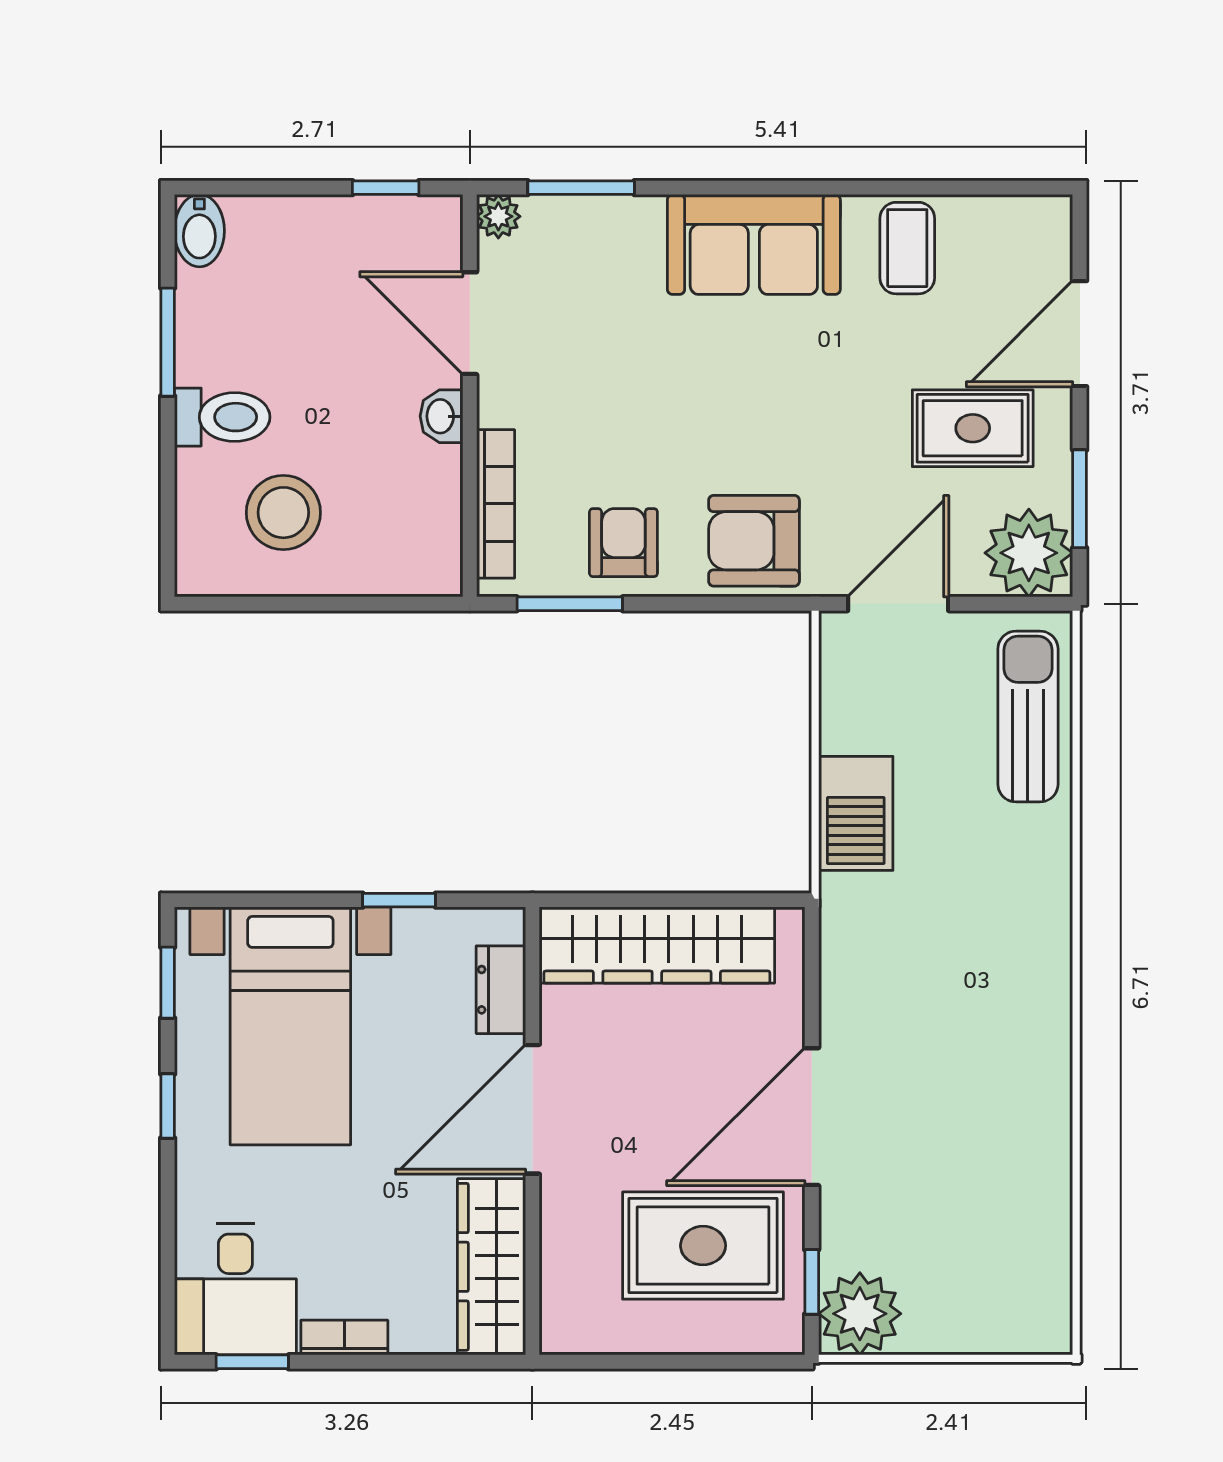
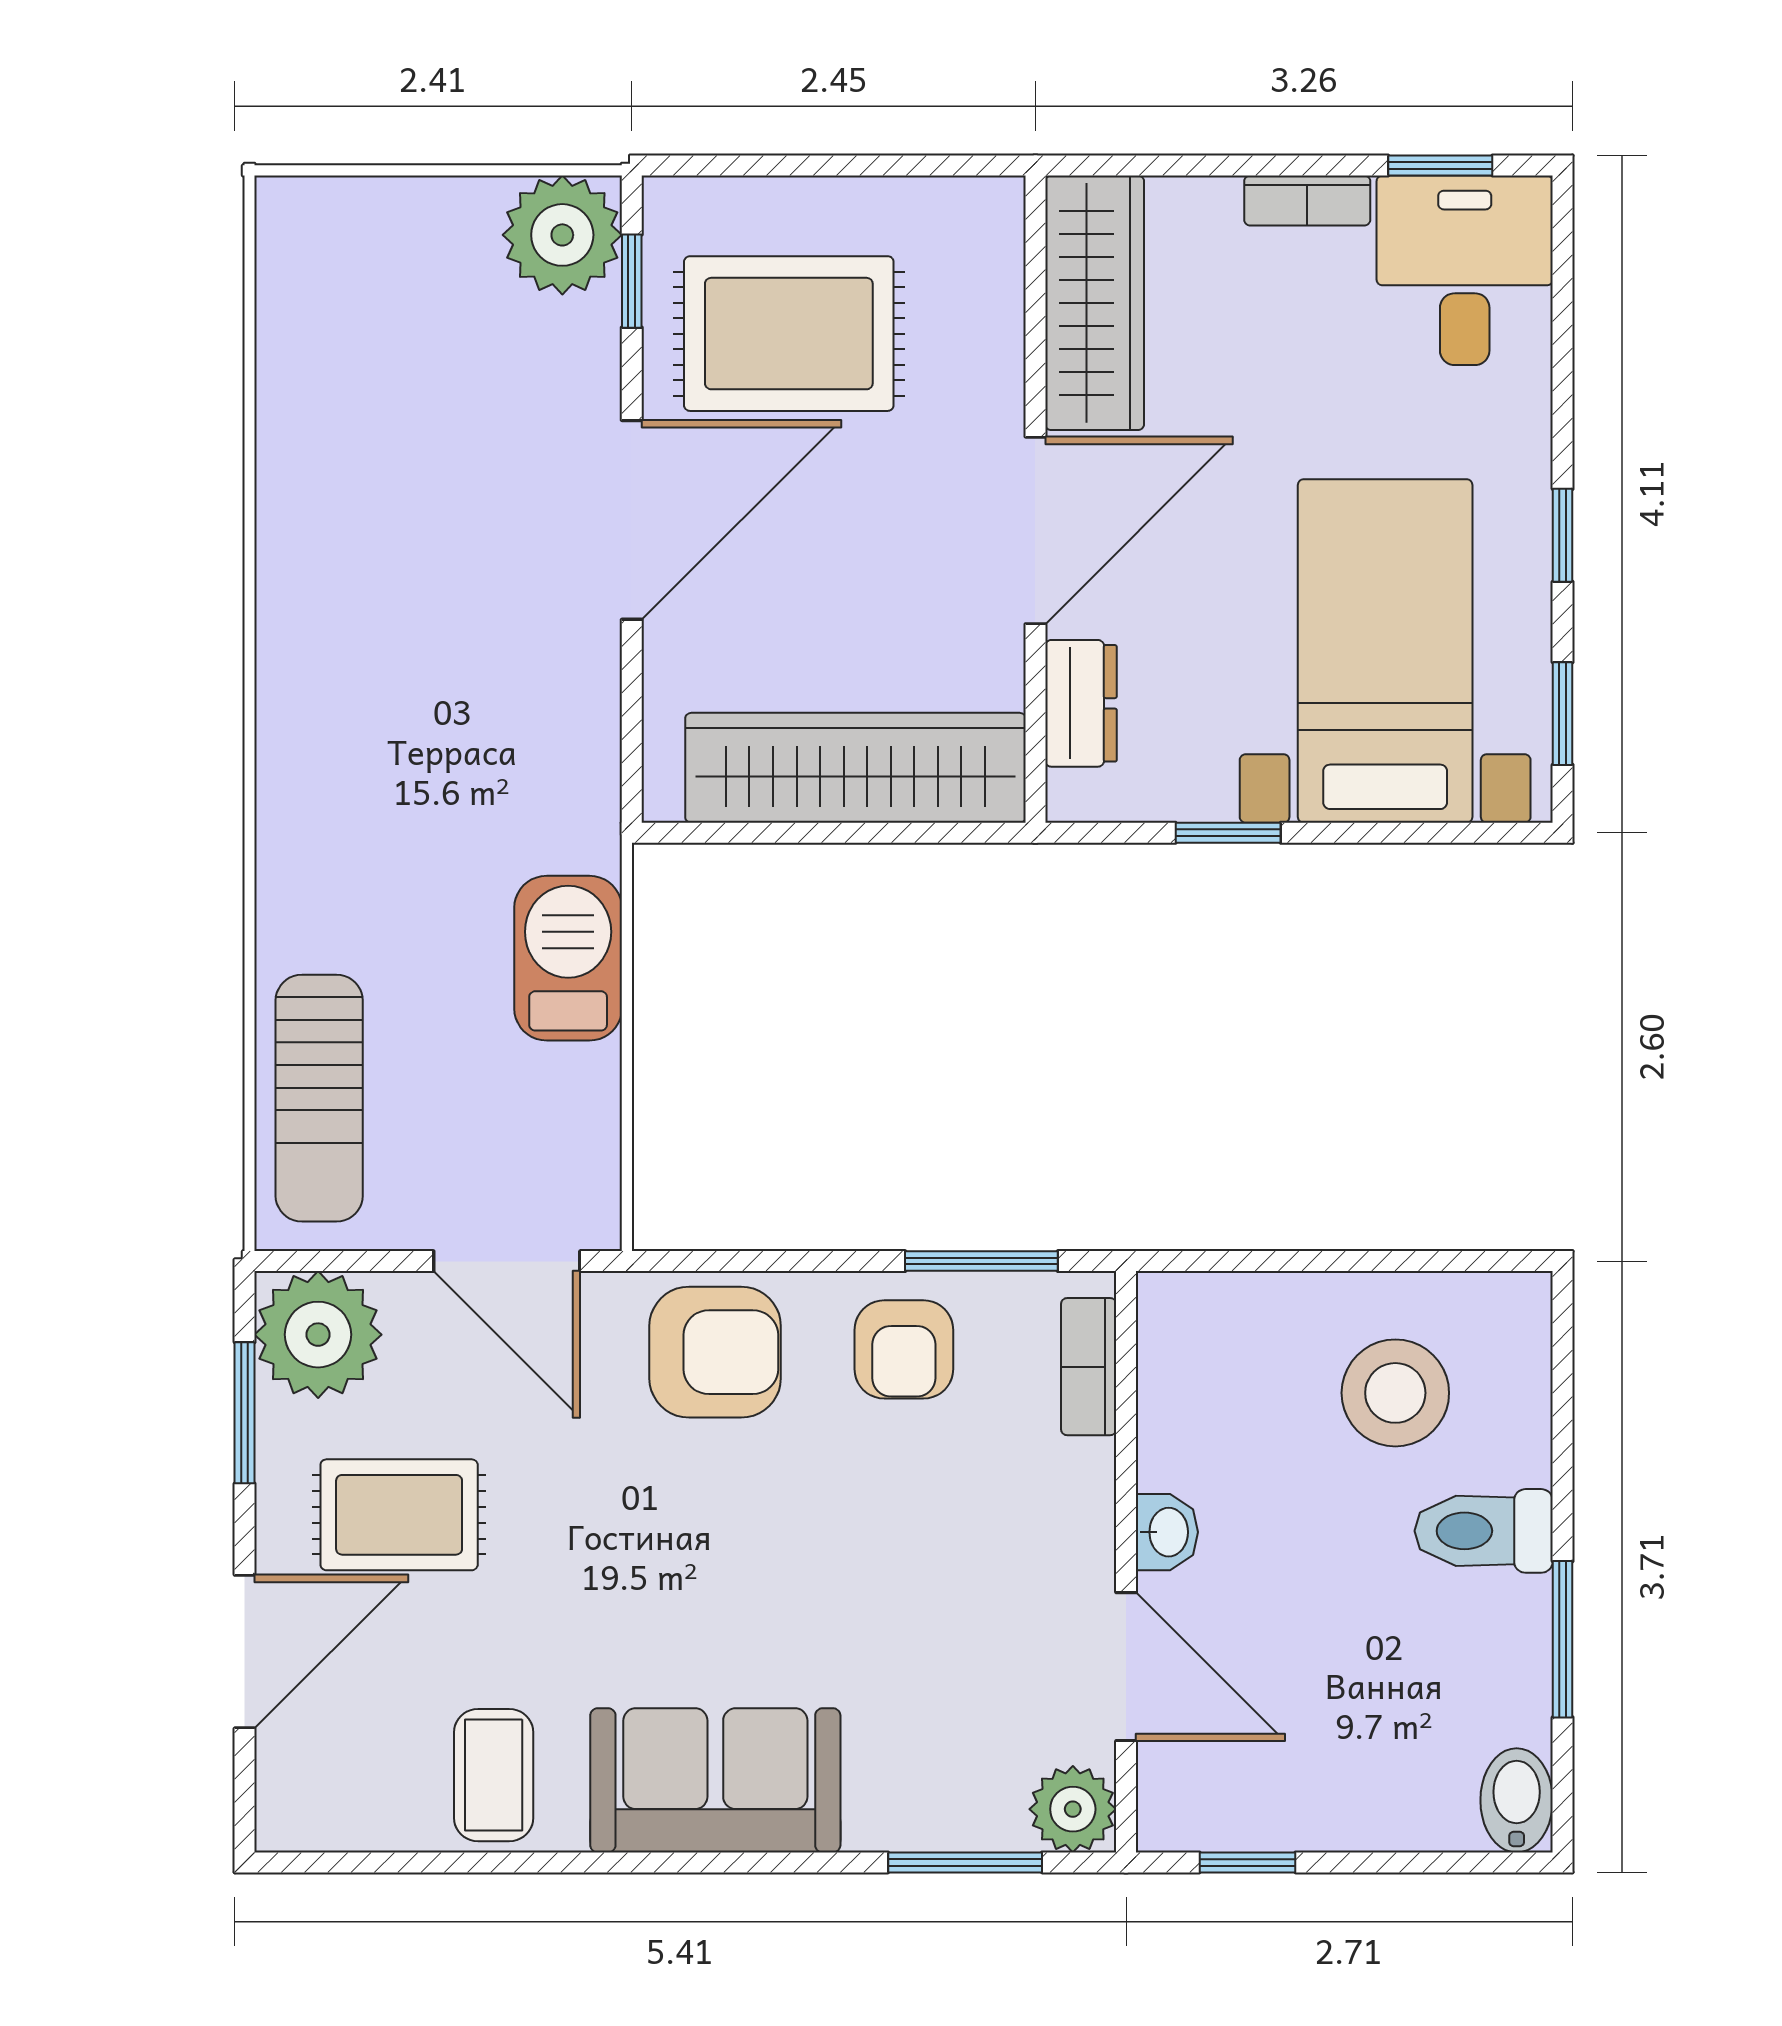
plant: (498, 216) -> (1073, 1809), width x1.38, depth x1.38
bookcase: (496, 504) -> (1089, 1367), width x0.64
door: (898, 604) -> (507, 1261), hinge flipped

